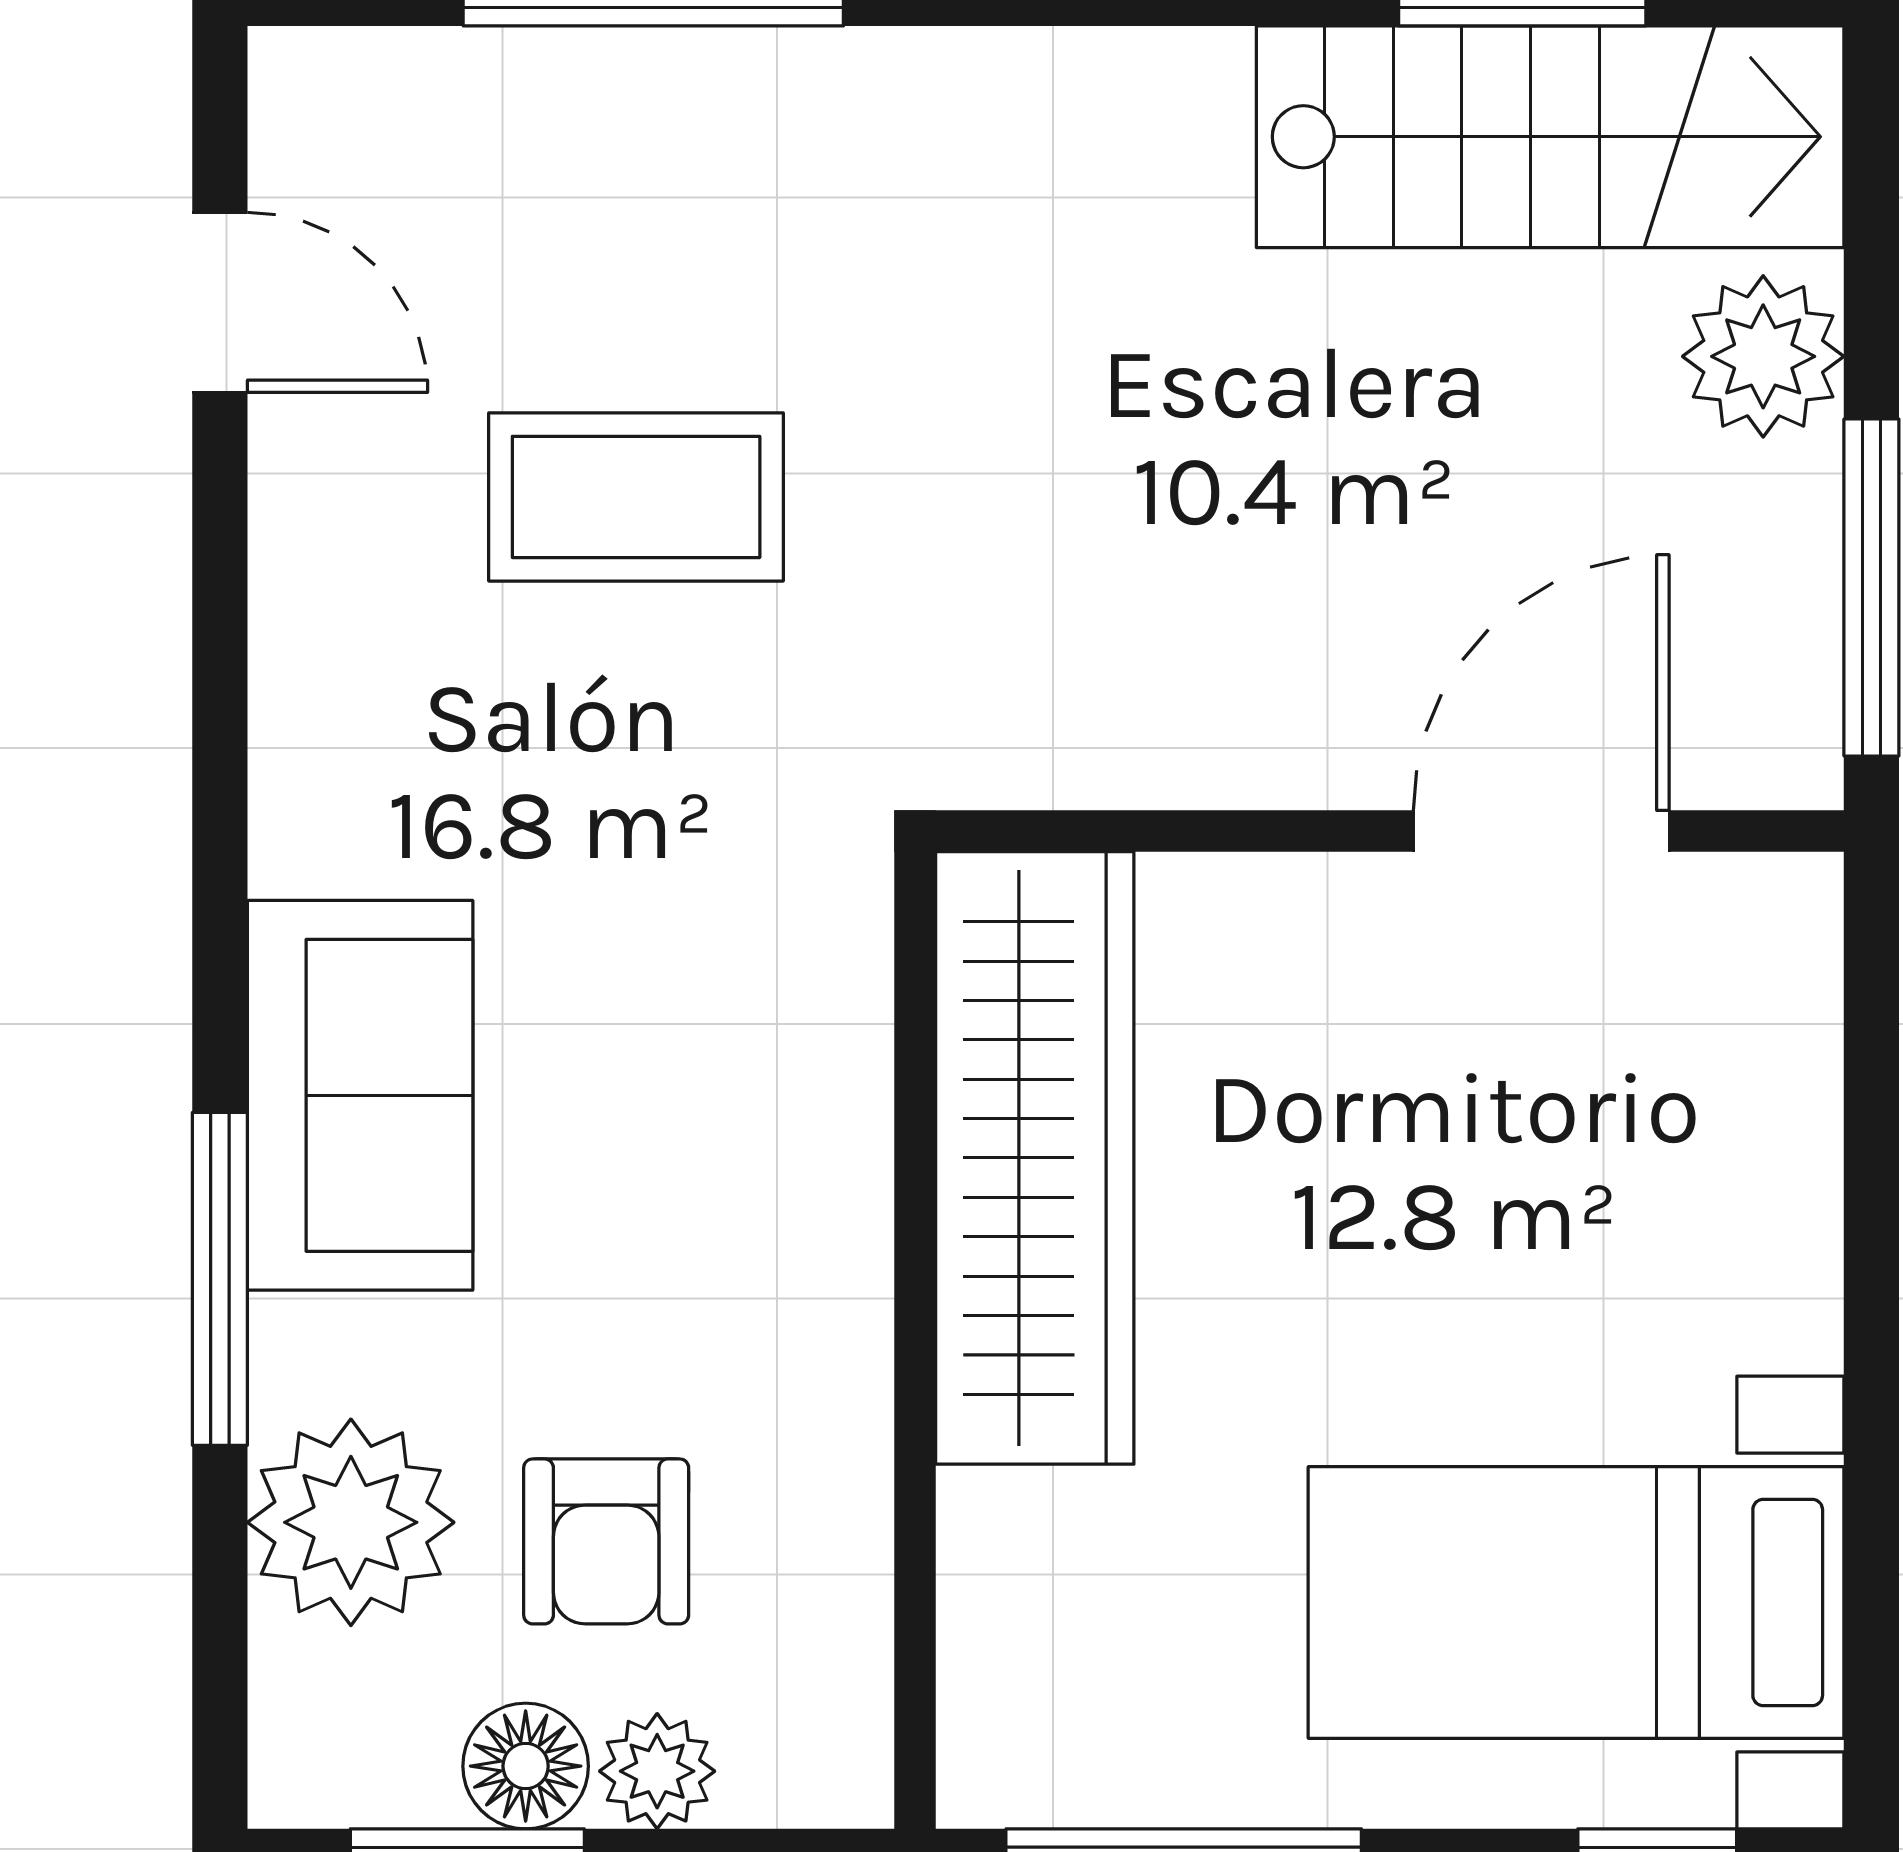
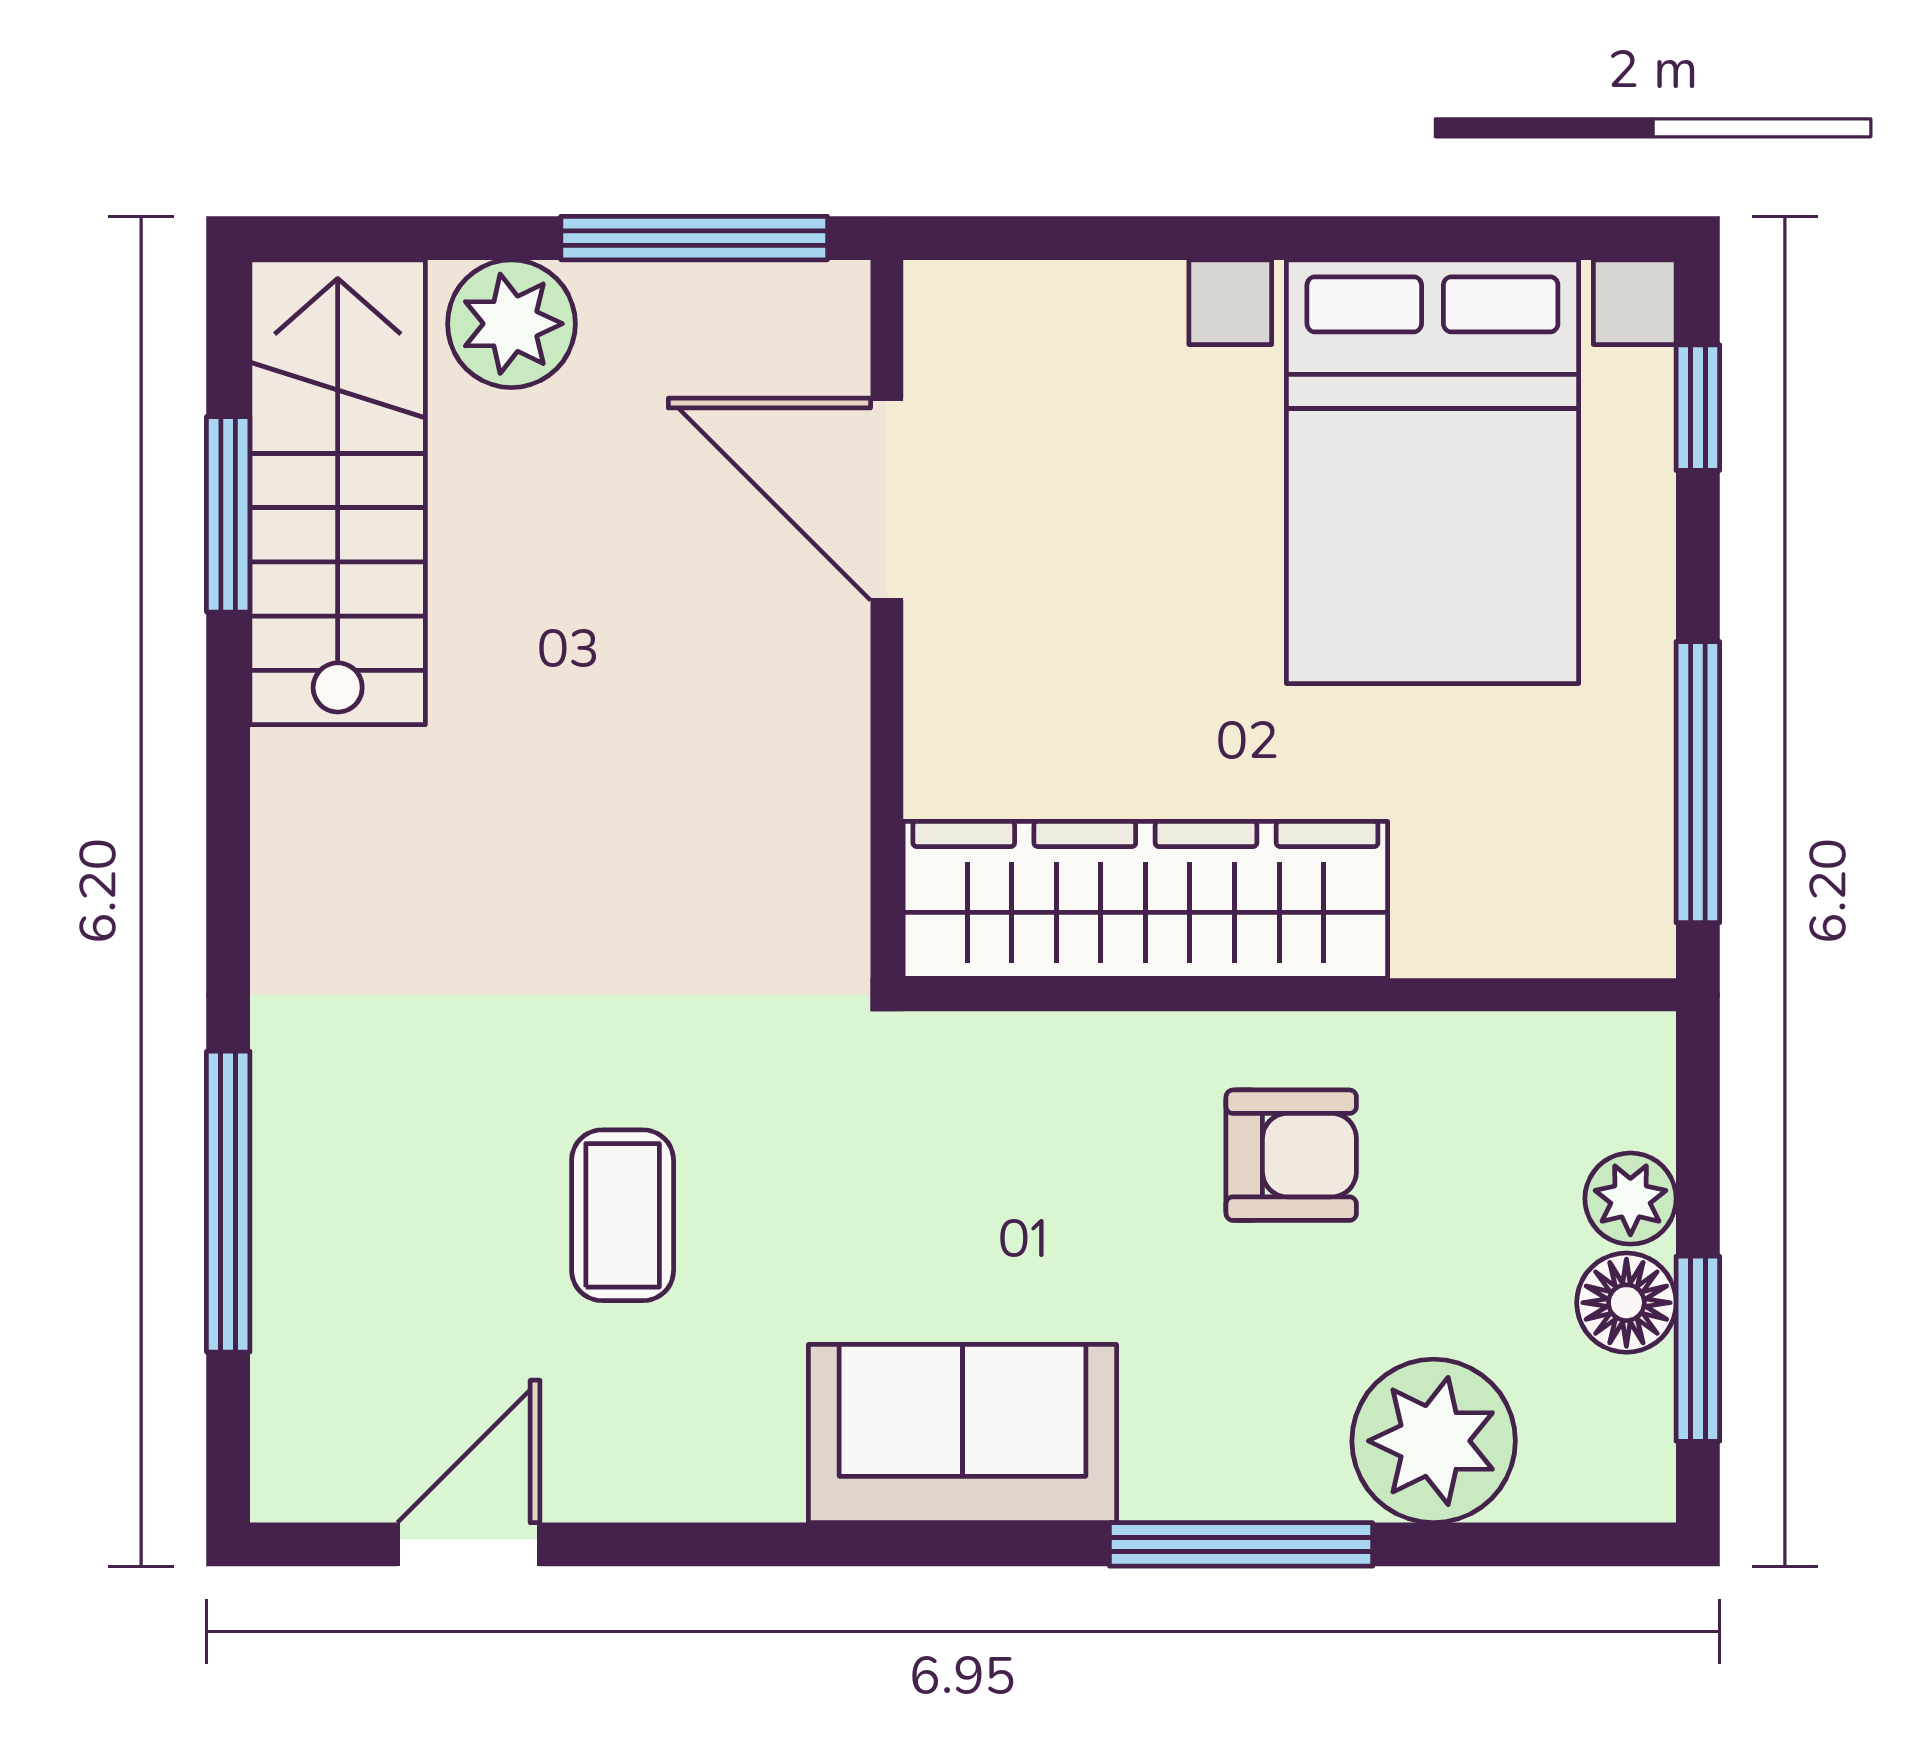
coffee table: (636, 497) -> (623, 1215), width x0.73, depth x0.77
sofa: (360, 1095) -> (962, 1434), moved
armchair: (606, 1541) -> (1291, 1155), moved
bed with nightstands: (1576, 1603) -> (1432, 472), width x1.36

